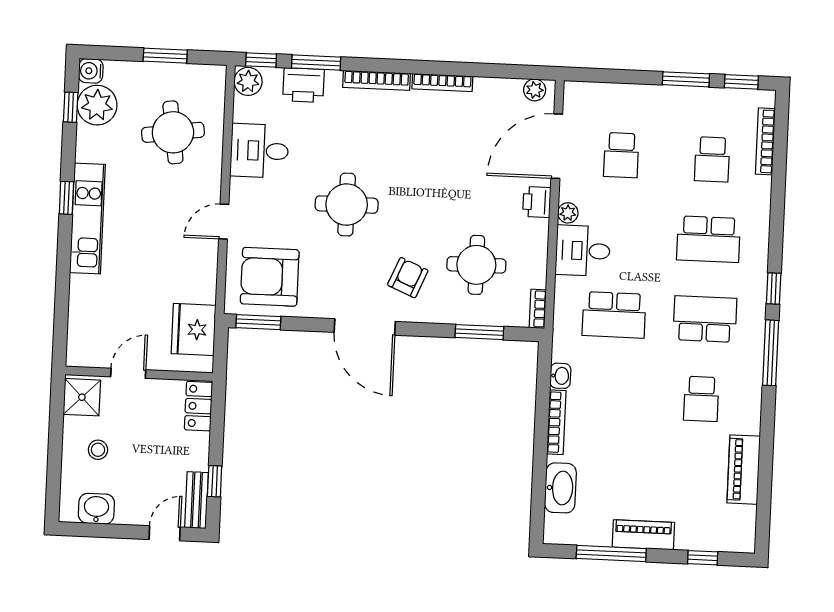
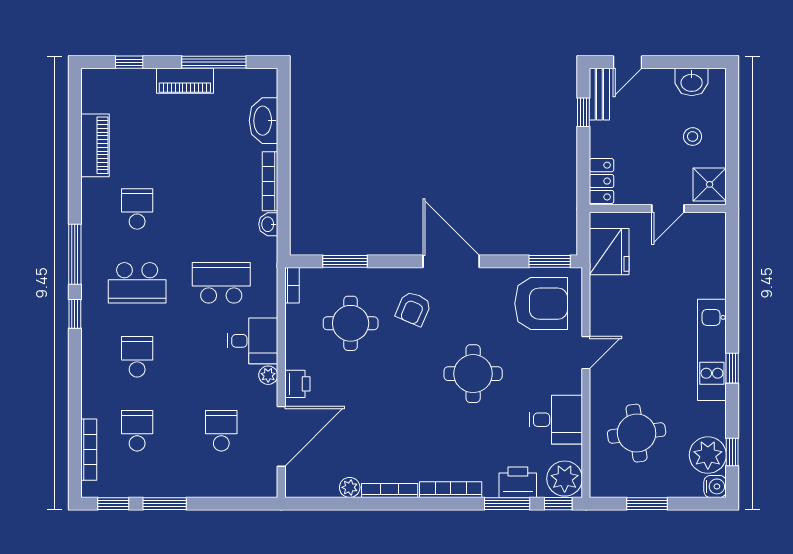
plant: (248, 81) -> (565, 479), width x1.36, depth x1.36
plant: (535, 90) -> (350, 487), moved
school desk: (708, 239) -> (137, 357), width x0.54

